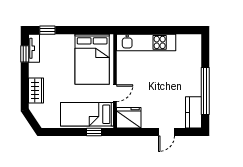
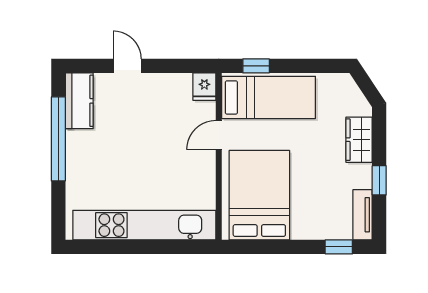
kitchen unit: (146, 42) -> (144, 225), width x1.36
window: (25, 54) -> (379, 180), moved
fridge: (129, 118) -> (204, 87), width x0.53, depth x0.75
door: (166, 132) -> (127, 66), hinge flipped

